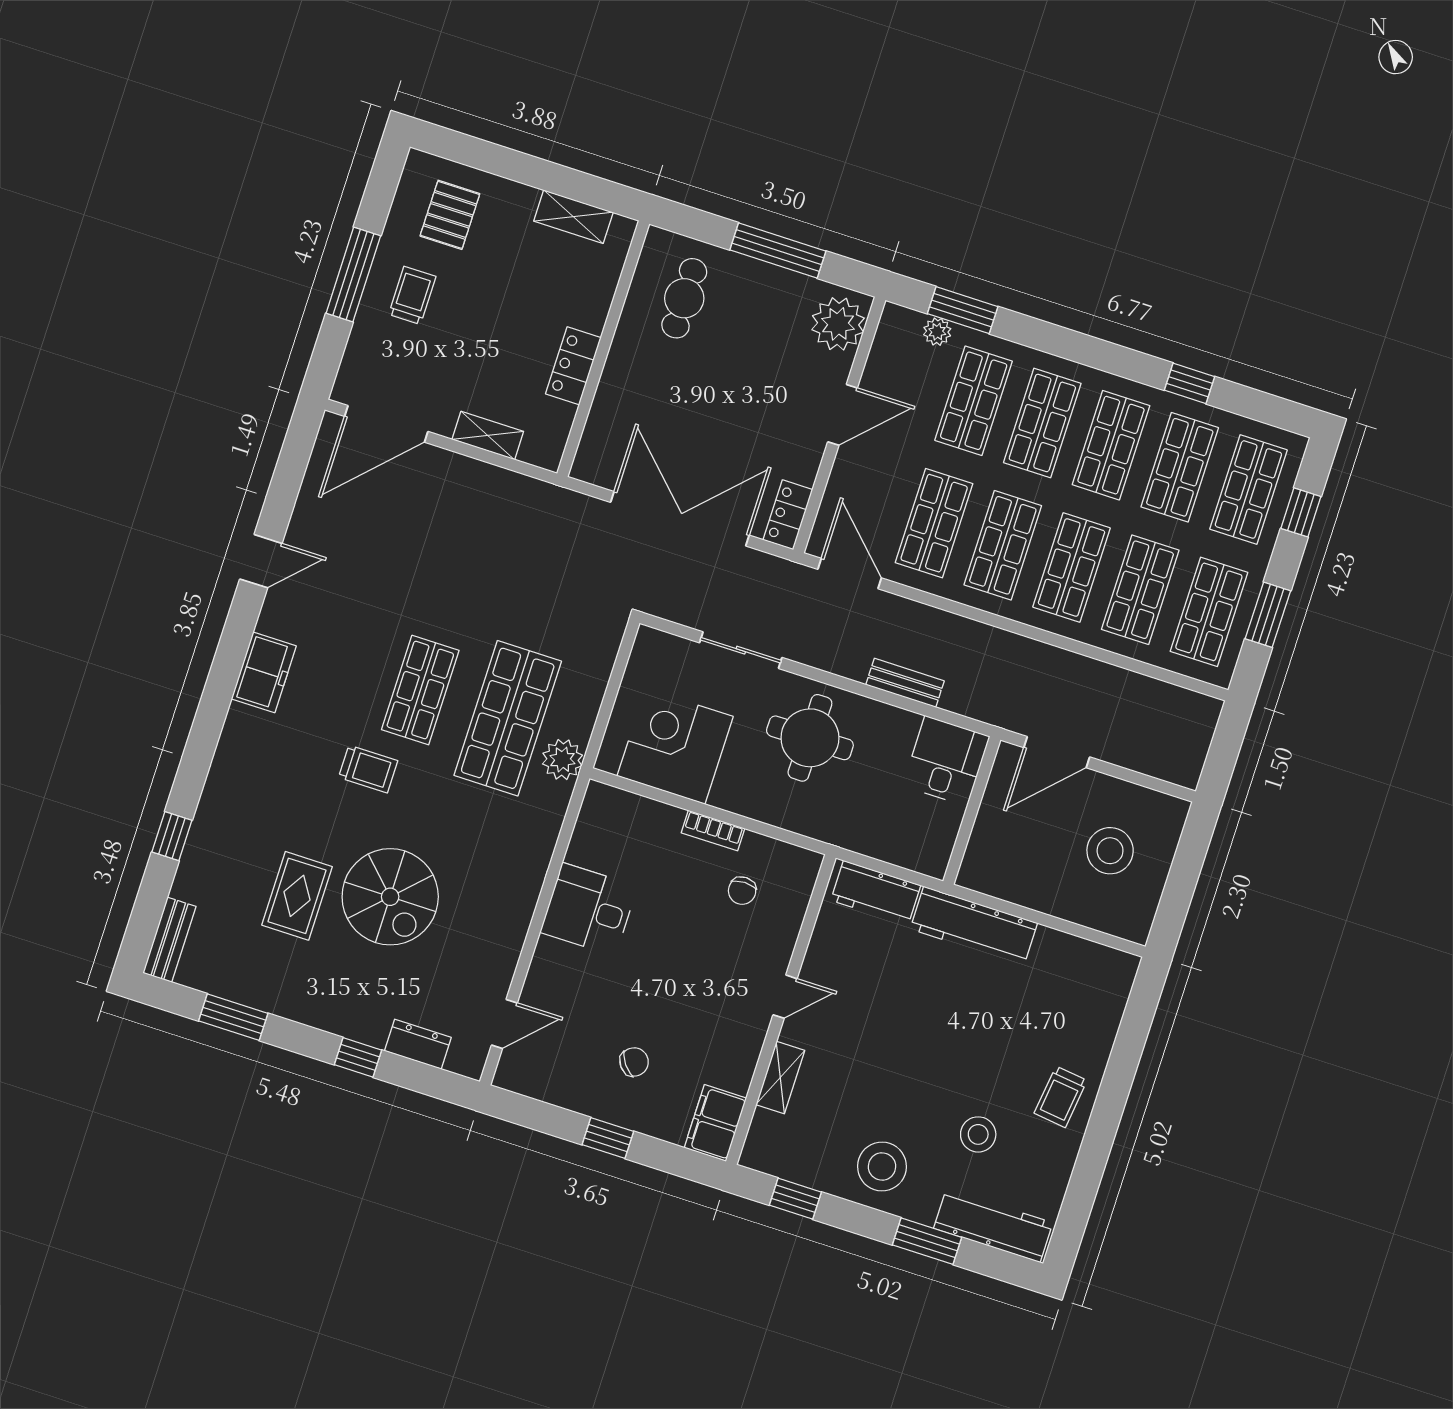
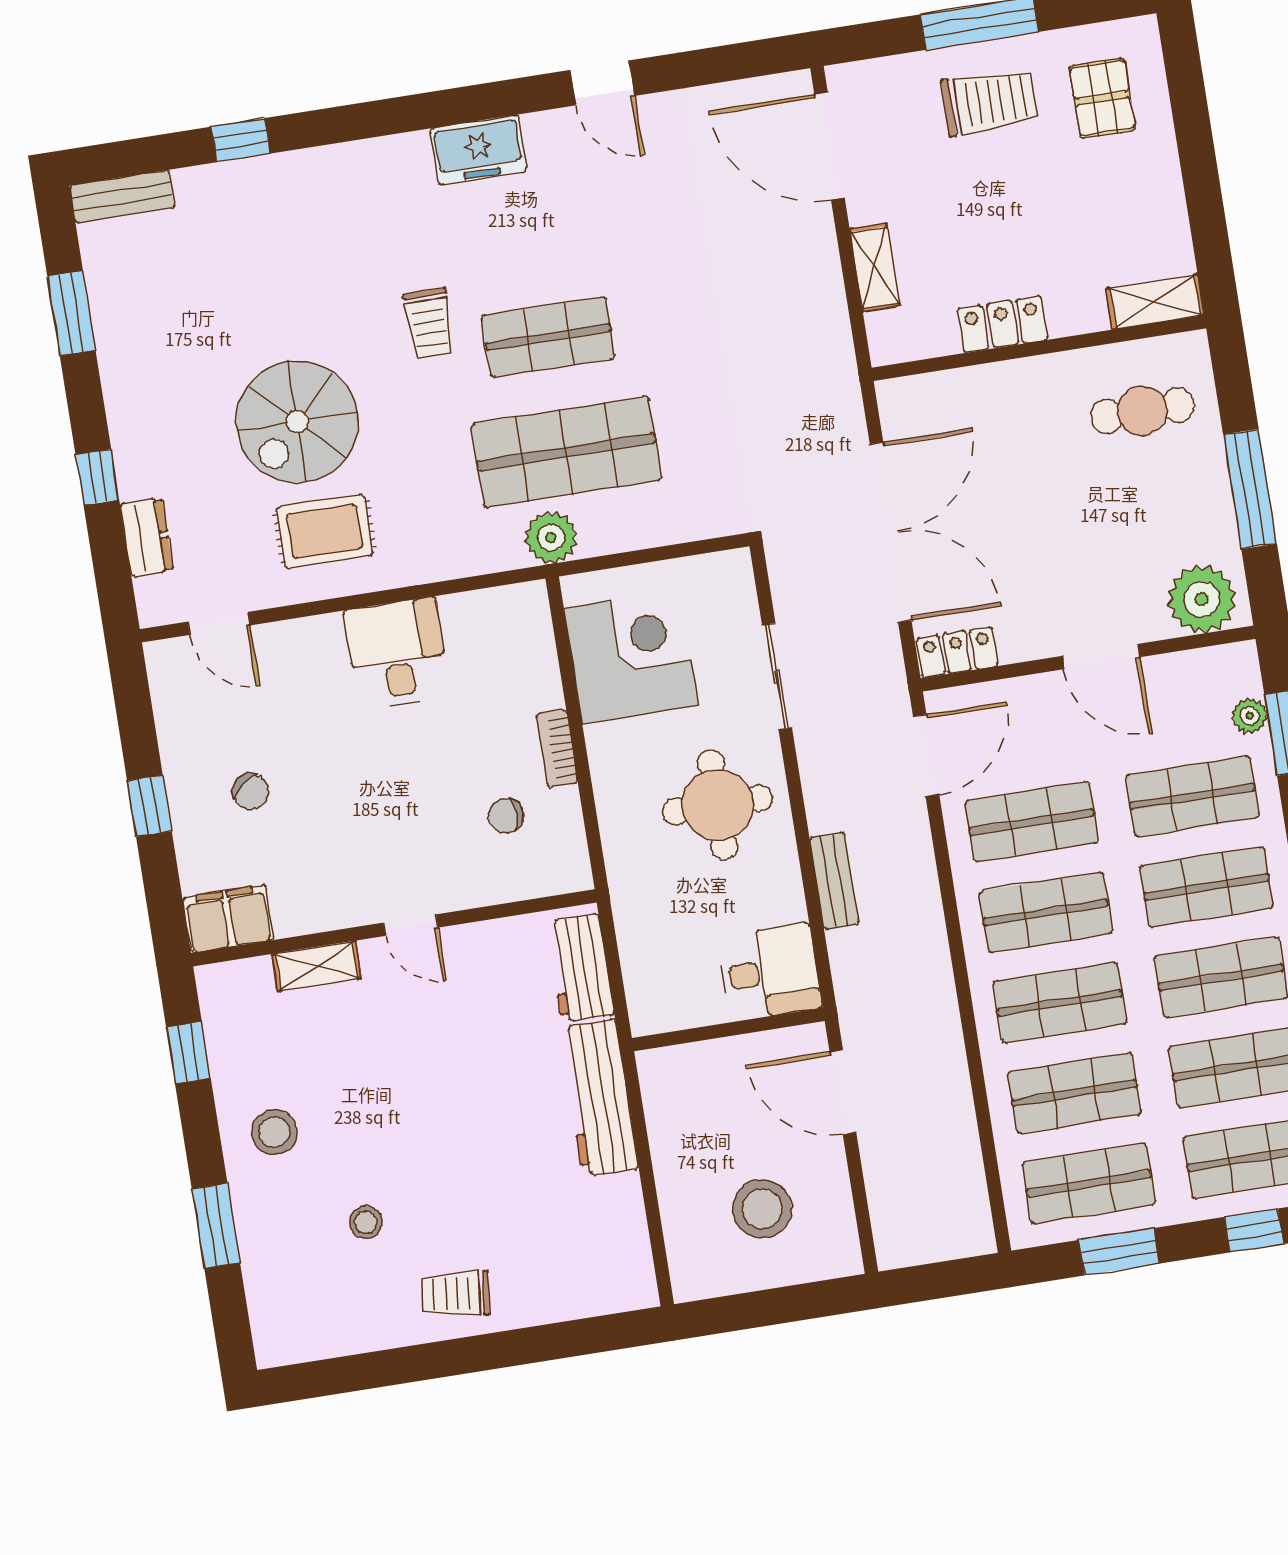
pallet: (450, 215) -> (1102, 98), turned 90
shelving: (573, 217) -> (1155, 302), moved, turned 90
trolley: (412, 295) -> (990, 102), width x1.36, depth x1.39
rug: (297, 896) -> (325, 531), moved
stool: (978, 1134) -> (366, 1222), width x0.73, depth x0.73
stool: (882, 1167) -> (274, 1132), width x0.73, depth x0.73
workbench: (993, 1225) -> (272, 1292), removed

